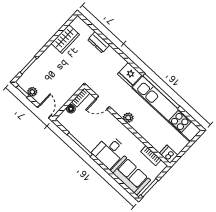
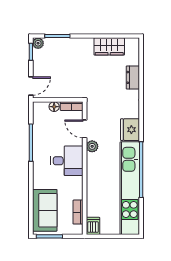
plant: (32, 92) -> (38, 43), moved
plant: (128, 118) -> (92, 146), moved
desk: (109, 151) -> (67, 161), moved, turned 180

